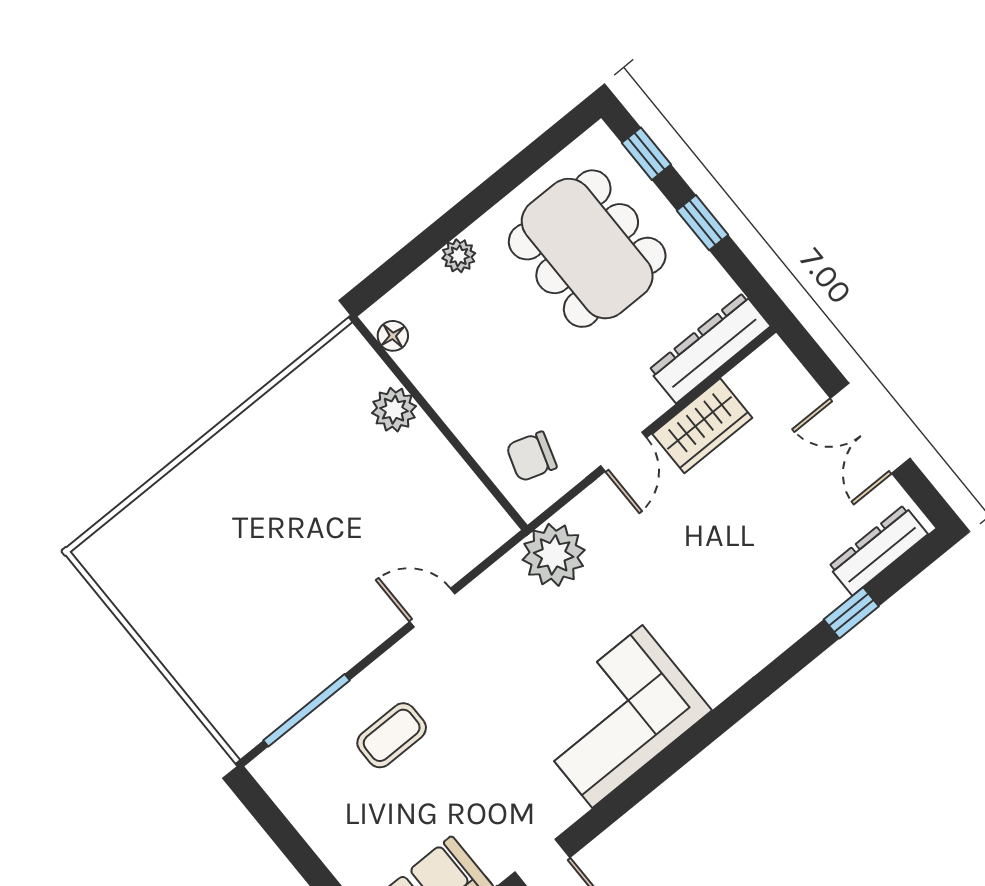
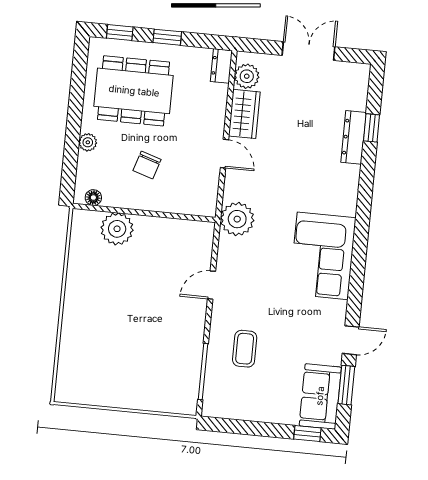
dresser: (710, 348) -> (221, 66), width x0.51, depth x0.80
plant: (756, 379) -> (247, 76), added
plant: (394, 410) -> (117, 229), width x1.36, depth x1.36
double door: (870, 428) -> (309, 51), swing flipped
chair: (531, 457) -> (147, 165), moved
dresser: (878, 550) -> (354, 137), moved

